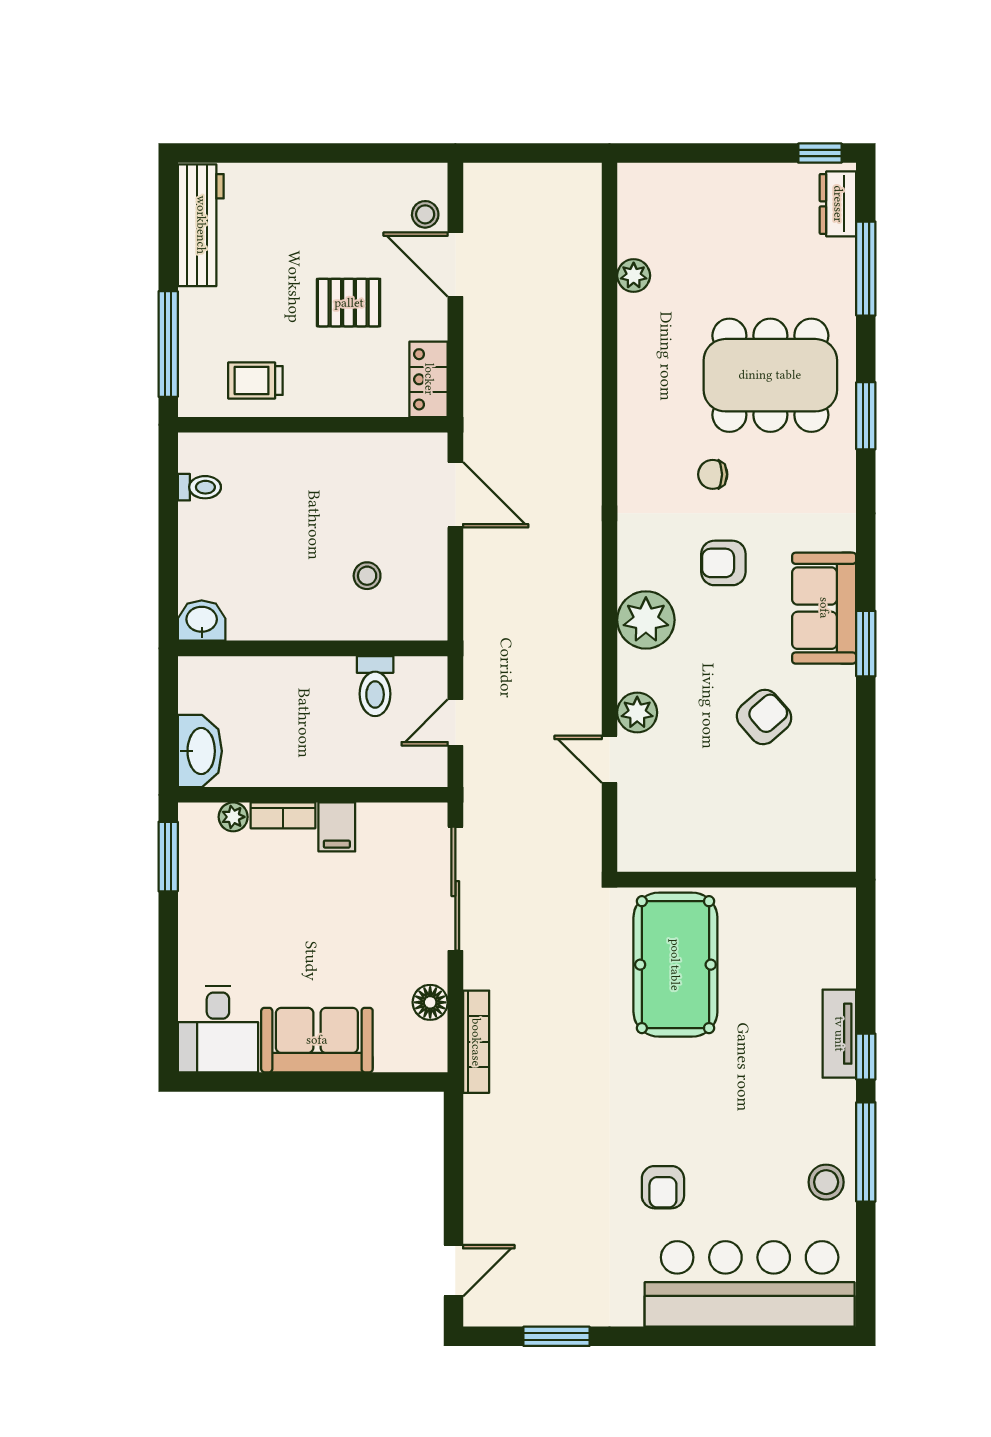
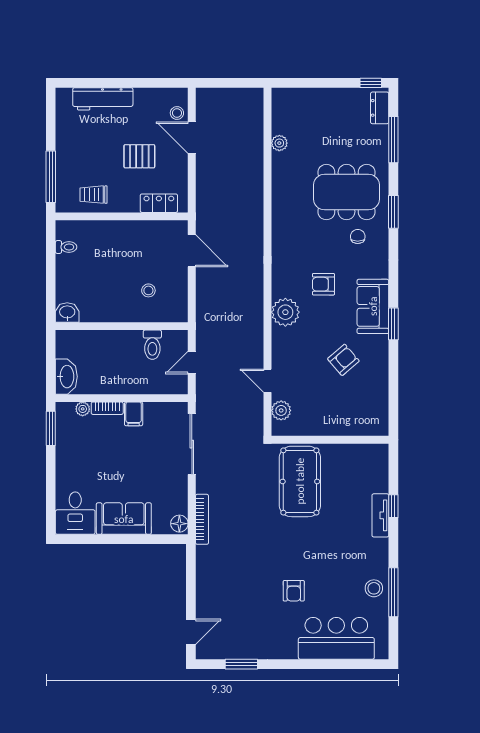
workbench: (201, 225) -> (103, 99), moved, turned 90
locker: (429, 379) -> (159, 203), moved, turned 90
chair: (713, 474) -> (358, 236), moved, turned 90
plant: (637, 713) -> (281, 410), moved
floor lamp: (430, 1002) -> (179, 524), moved
window: (866, 1057) -> (393, 506), moved
window: (866, 1152) -> (393, 592), moved
bar counter: (750, 1284) -> (336, 638), width x0.73

